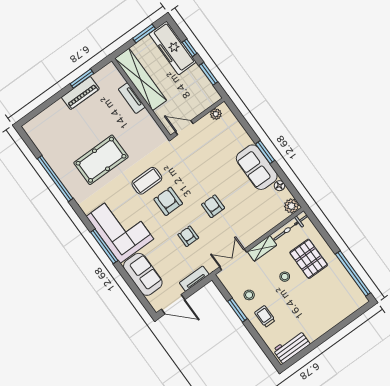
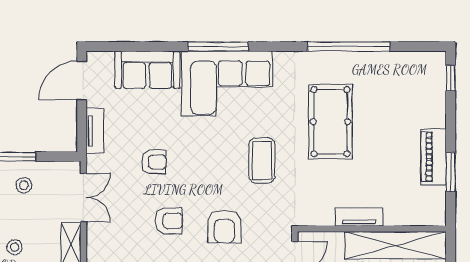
tv unit: (132, 98) -> (359, 217), moved
window: (33, 114) -> (451, 78), added
armchair: (168, 201) -> (224, 226), moved, turned 90

